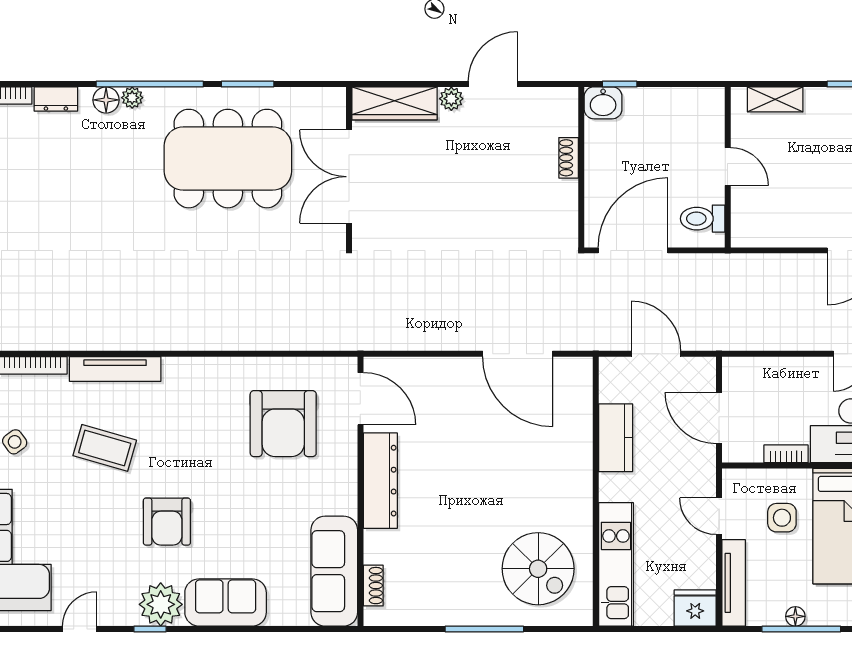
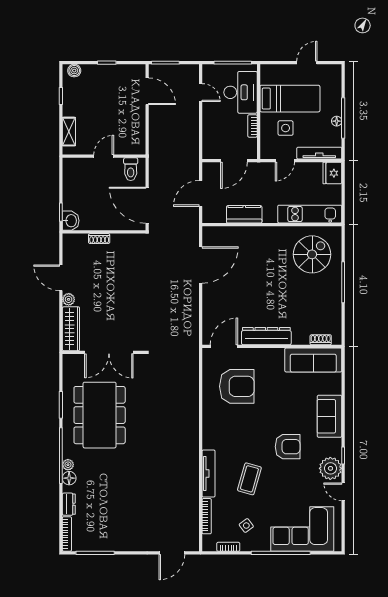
plant: (161, 604) -> (330, 468), moved

